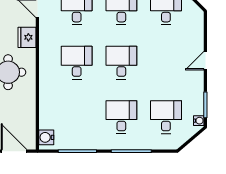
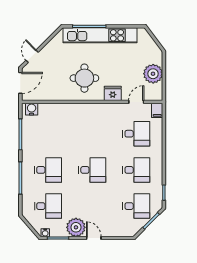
desk: (77, 63) -> (92, 134), removed
plant: (192, 83) -> (76, 227), added

